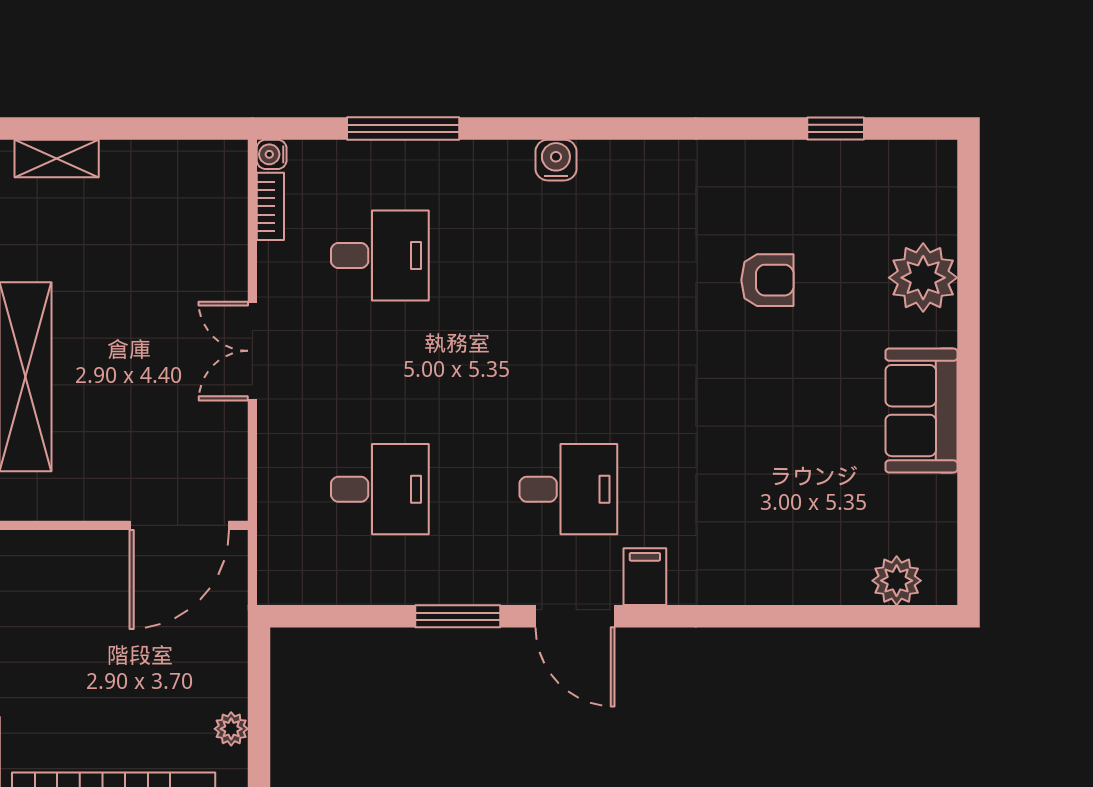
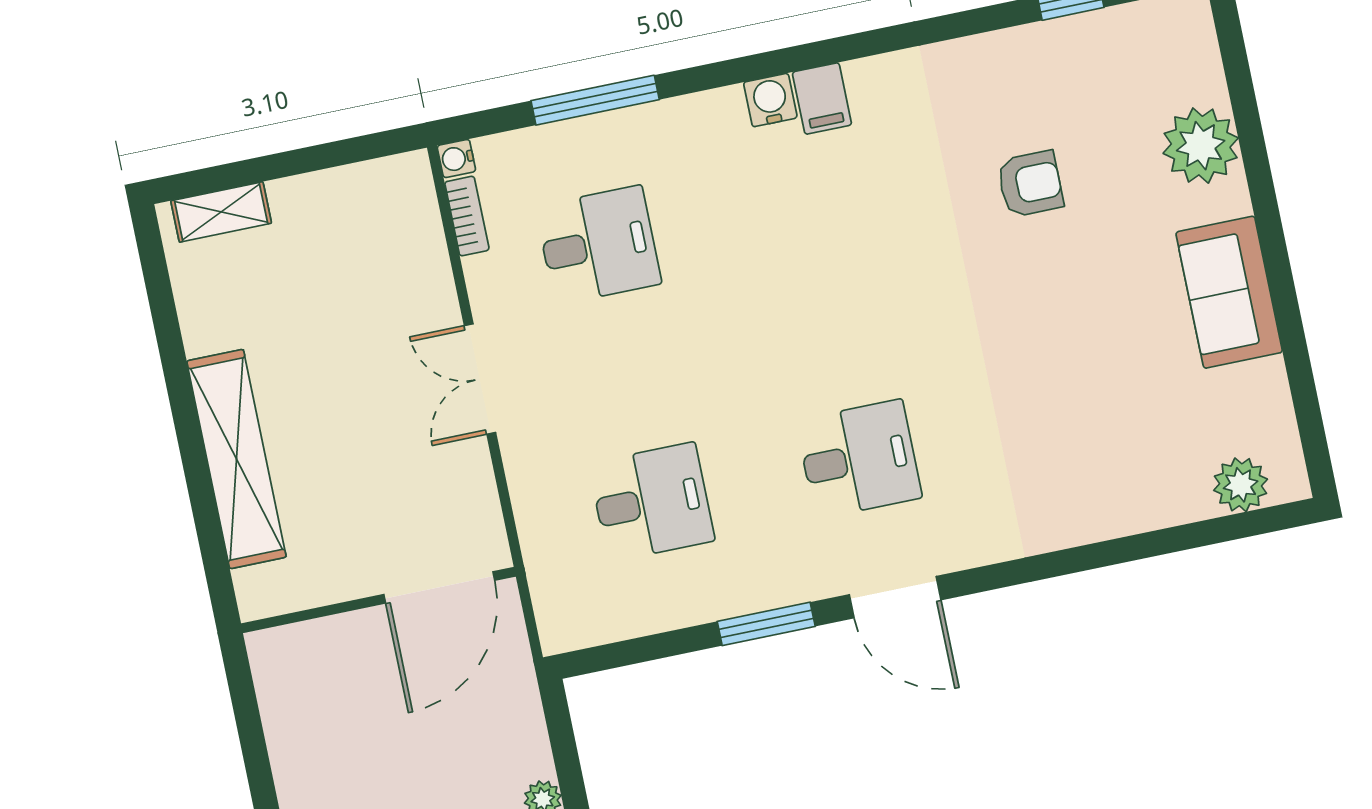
filing cabinet: (645, 577) -> (822, 98), moved, turned 180

